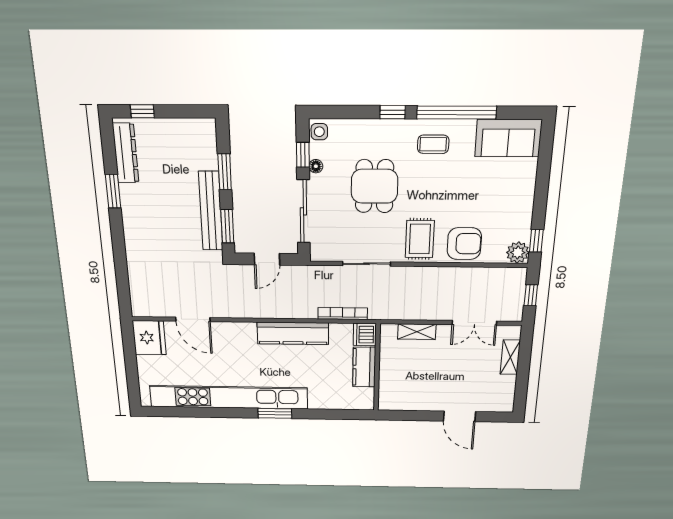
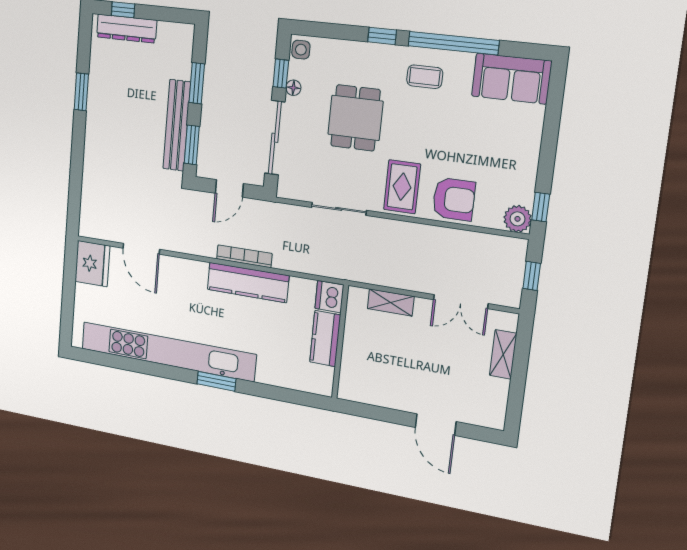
dresser: (126, 153) -> (127, 29), moved, turned 90
bookcase: (343, 314) -> (244, 256), moved

